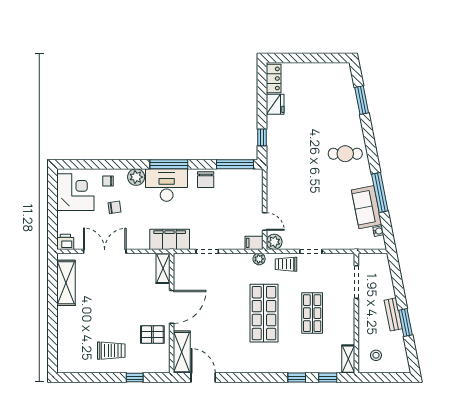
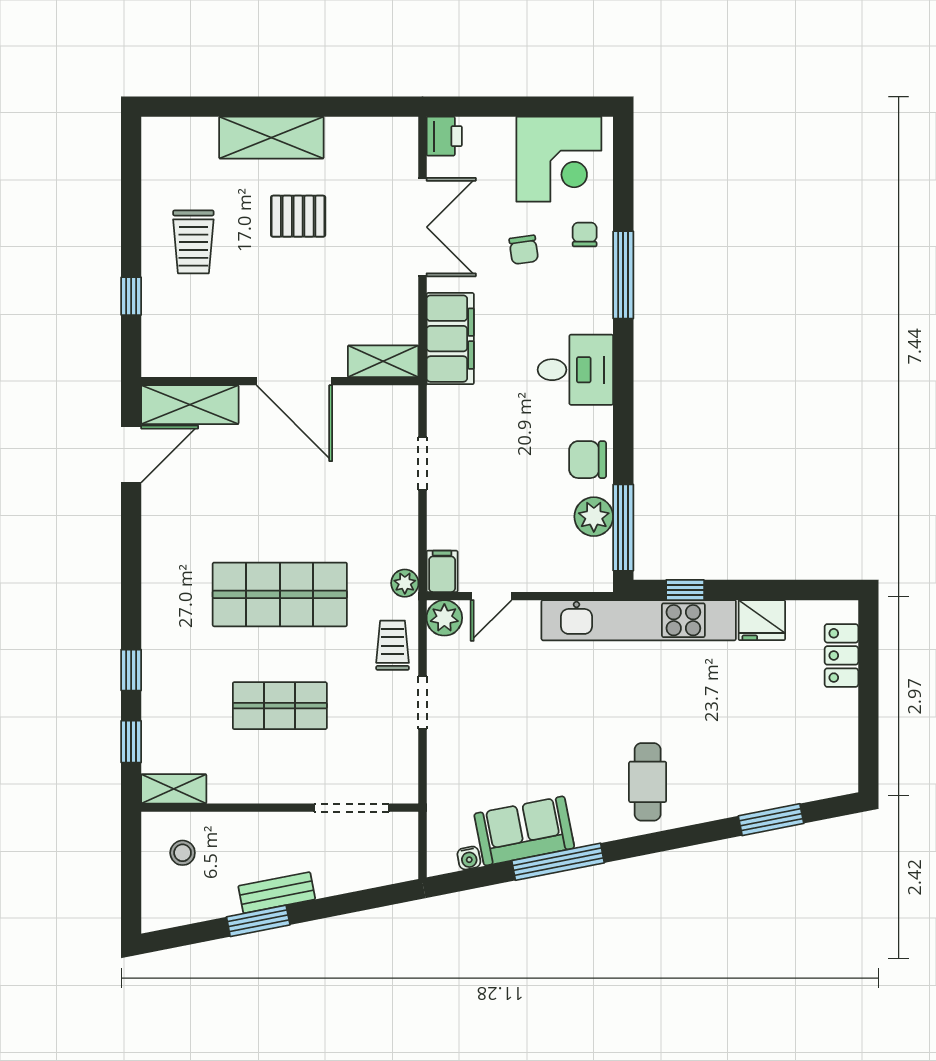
locker: (274, 78) -> (841, 655), moved, turned 90
kitchen unit: (275, 158) -> (639, 620), added
window: (169, 164) -> (623, 275), moved
plant: (136, 177) -> (594, 517), moved
desk: (167, 185) -> (575, 370), width x0.73
filing cabinet: (170, 239) -> (450, 339), moved
shelving: (66, 283) -> (271, 138), moved
pallet: (152, 335) -> (298, 216), moved, turned 90

